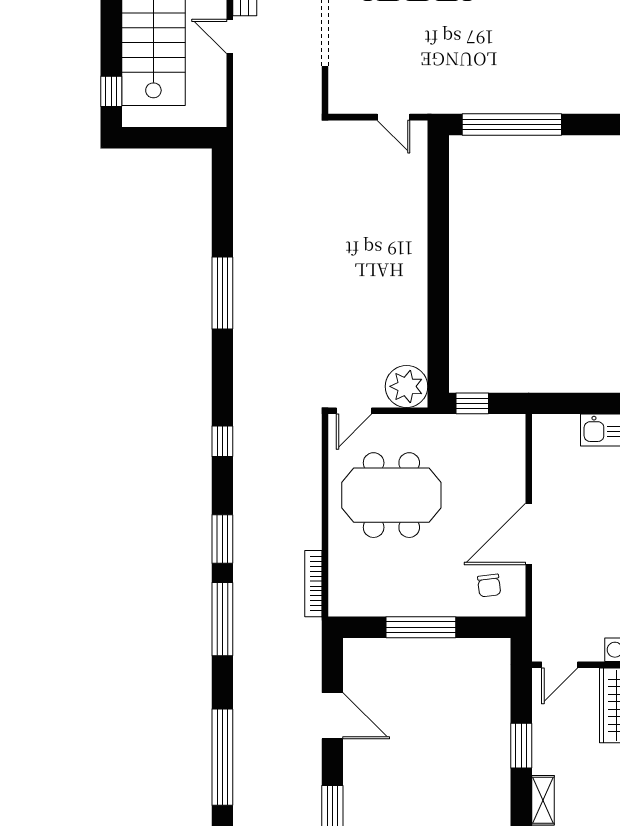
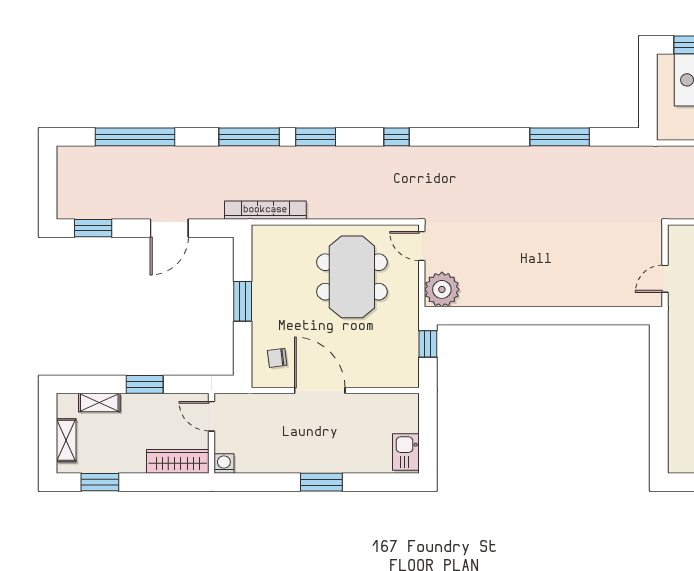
window: (512, 125) -> (659, 377), removed
window: (222, 293) -> (560, 137), moved
bookcase: (313, 584) -> (265, 210), width x1.48, depth x1.31
window: (421, 627) -> (243, 301), width x0.69

